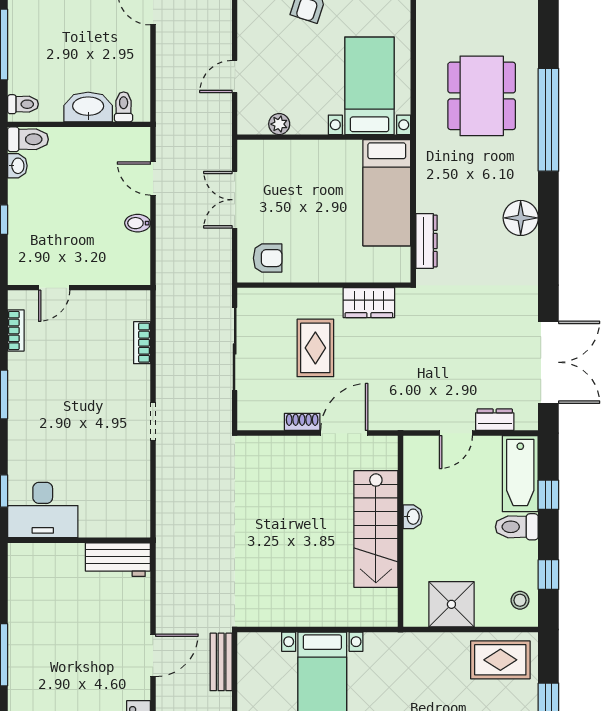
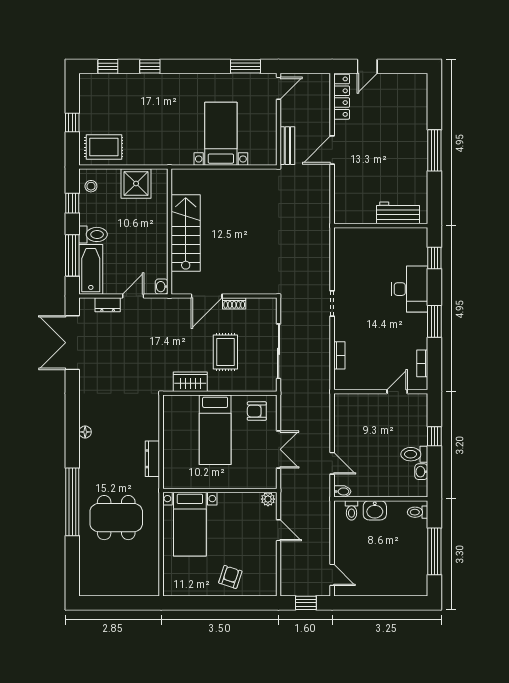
door: (235, 77) -> (279, 530), hinge flipped
dining table: (482, 96) -> (116, 518), turned 90
washbasin: (88, 107) -> (375, 510), width x0.72
plant: (279, 124) -> (268, 499), moved
toilet: (28, 139) -> (414, 454), moved
bed: (387, 193) -> (215, 430), moved, turned 180
floor lamp: (521, 218) -> (85, 432), width x0.53, depth x0.53
bidet: (138, 223) -> (342, 491), moved
dresser: (426, 241) -> (152, 459), moved
window: (548, 495) -> (72, 255), width x2.17
desk: (43, 510) -> (410, 289), moved, turned 90
washbasin: (413, 517) -> (162, 287), moved
workbench: (118, 560) -> (398, 213), moved

